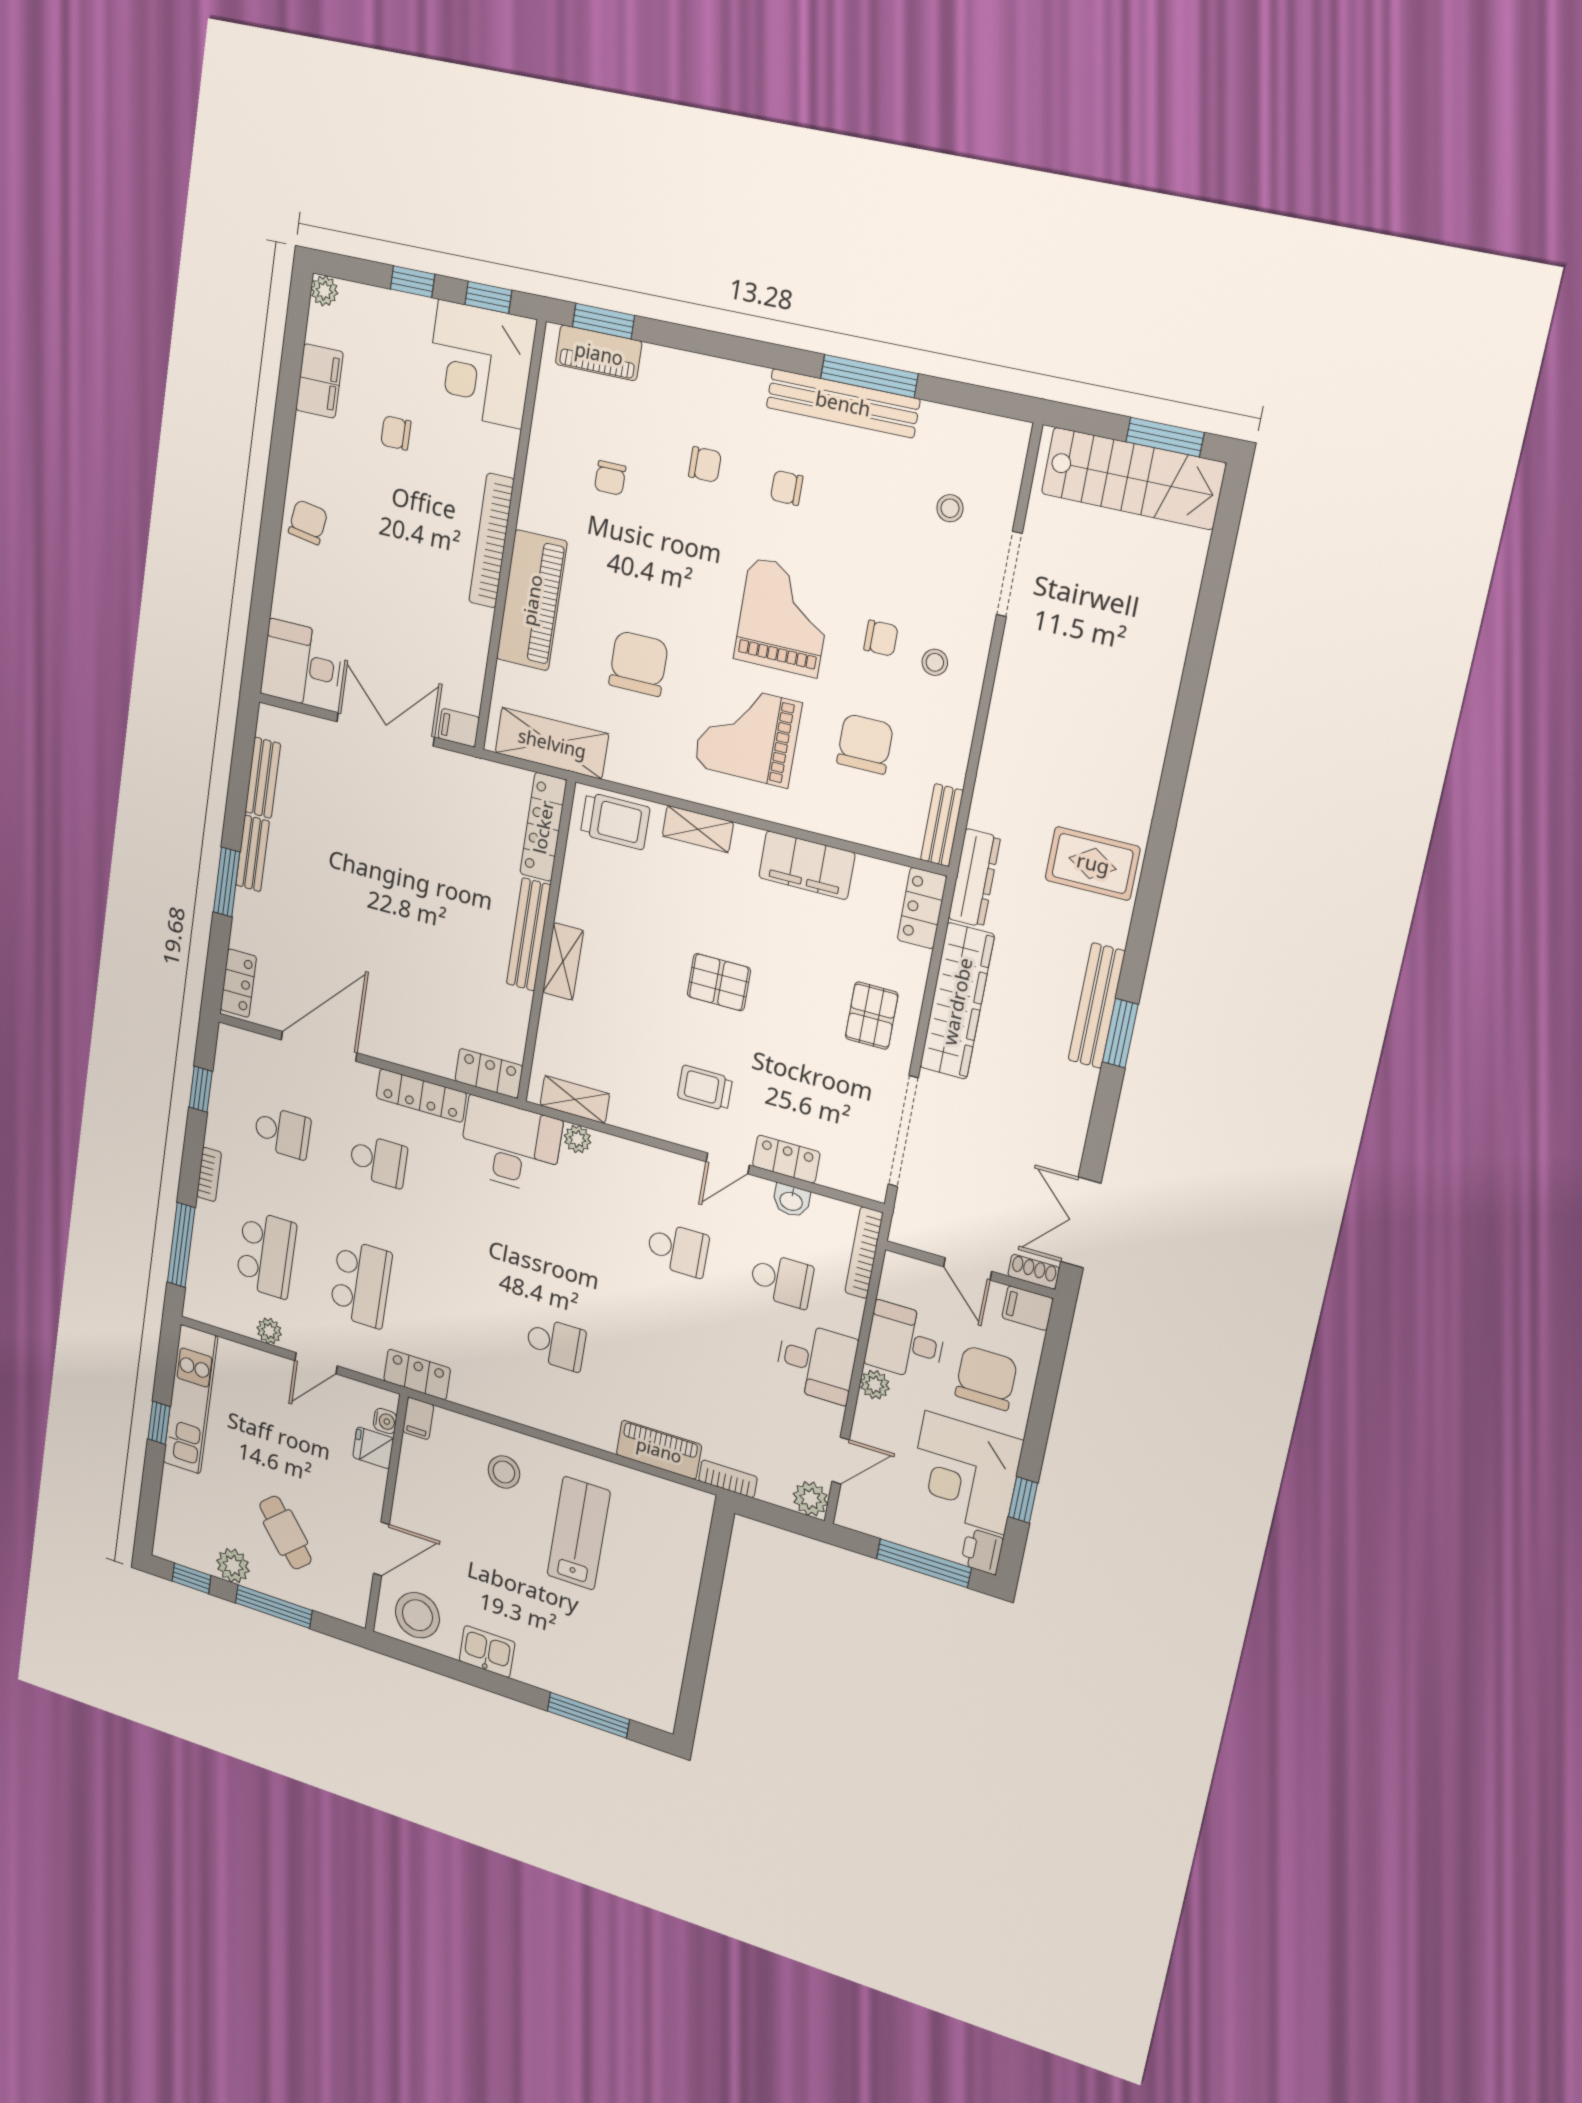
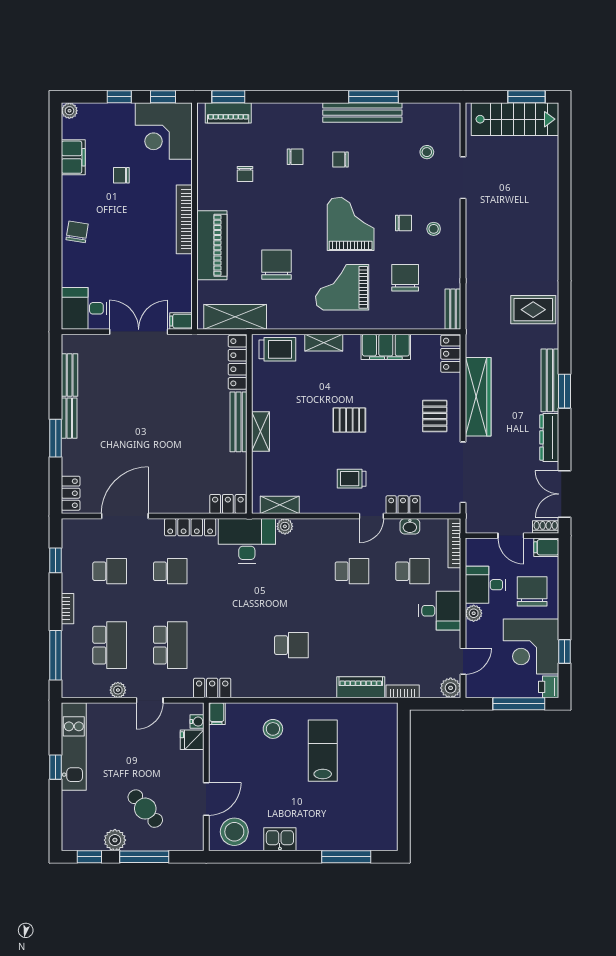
dresser: (974, 878) -> (549, 437), moved, turned 180

